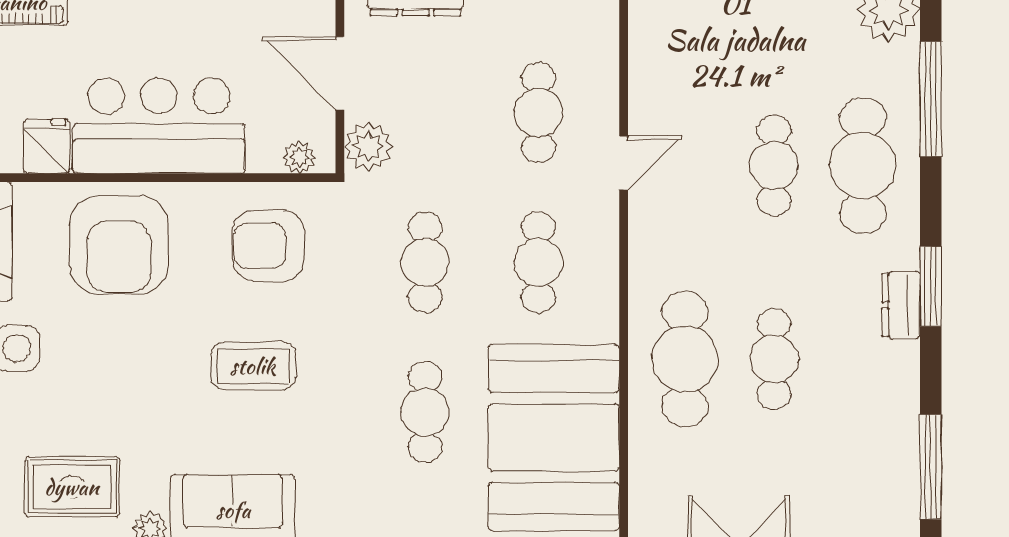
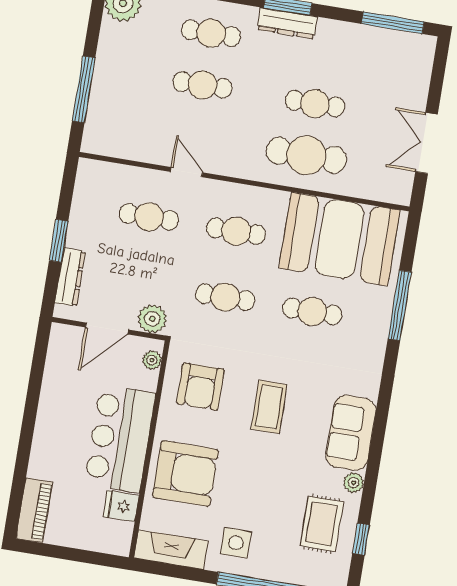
cafe table: (863, 166) -> (211, 33), width x0.73, depth x0.74
dresser: (901, 305) -> (287, 23), width x1.44

